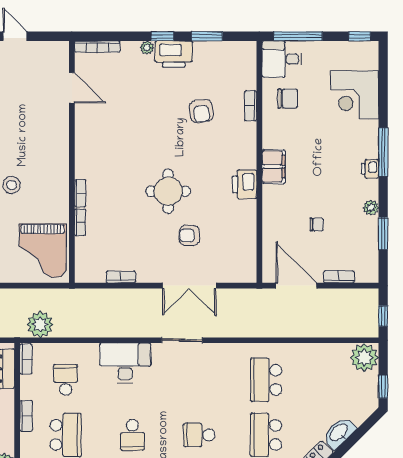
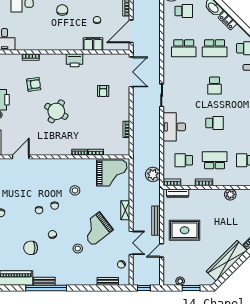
chair: (288, 98) -> (62, 10), moved
filing cabinet: (274, 167) -> (93, 44), moved
round table: (168, 191) -> (56, 111), moved, turned 30
double door: (189, 286) -> (131, 72), moved
school desk: (333, 380) -> (184, 11), added

